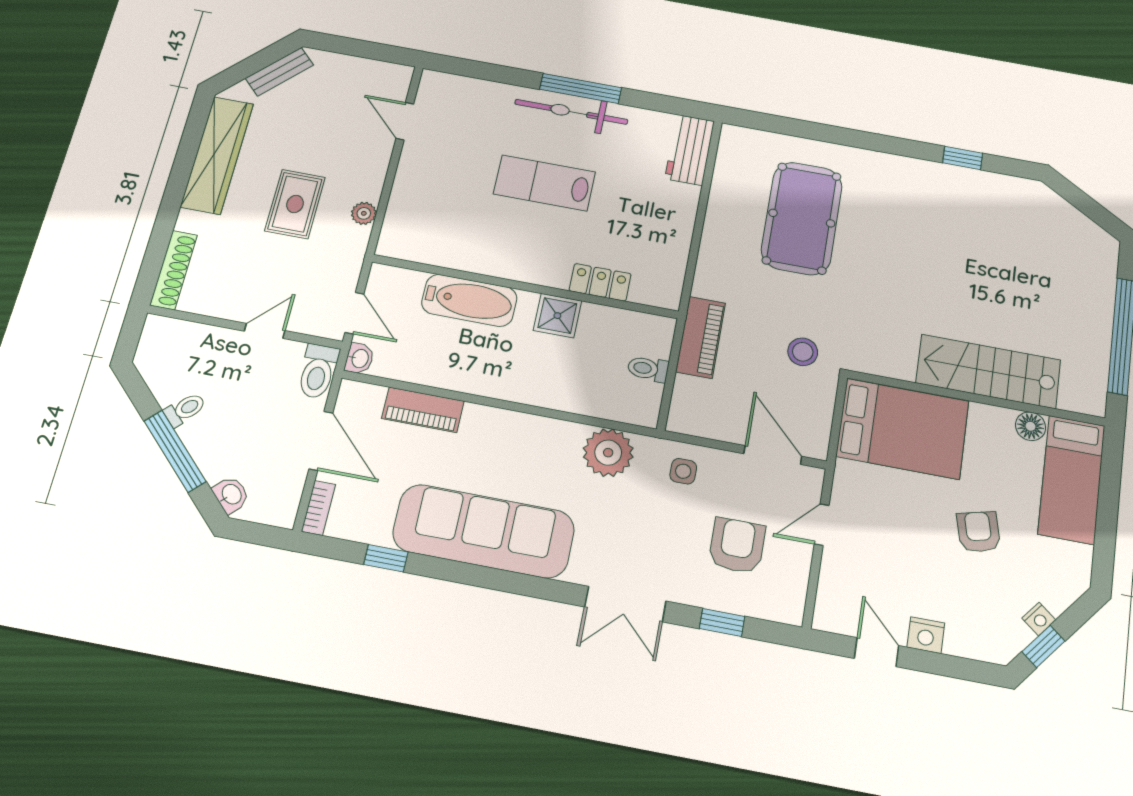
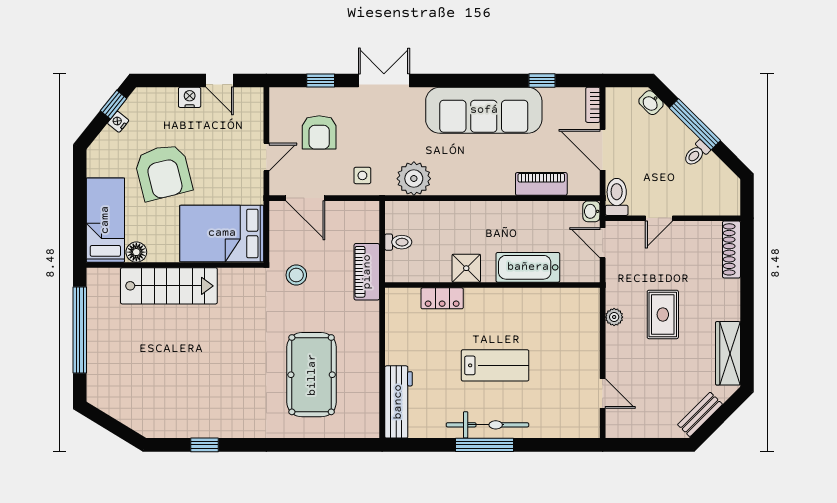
workbench: (690, 150) -> (398, 402), width x1.38
wardrobe: (217, 155) -> (728, 353), width x0.71, depth x0.85
armchair: (979, 532) -> (163, 172), width x1.88, depth x1.88

